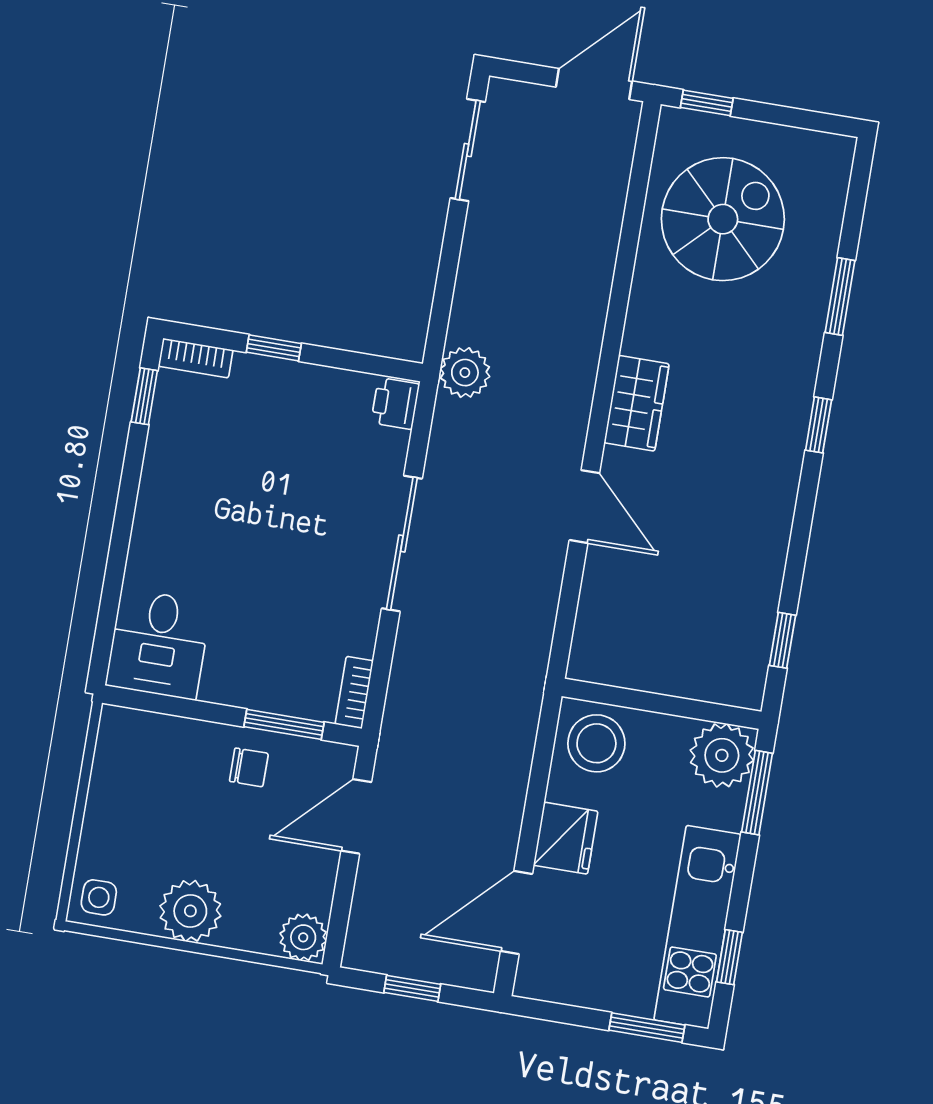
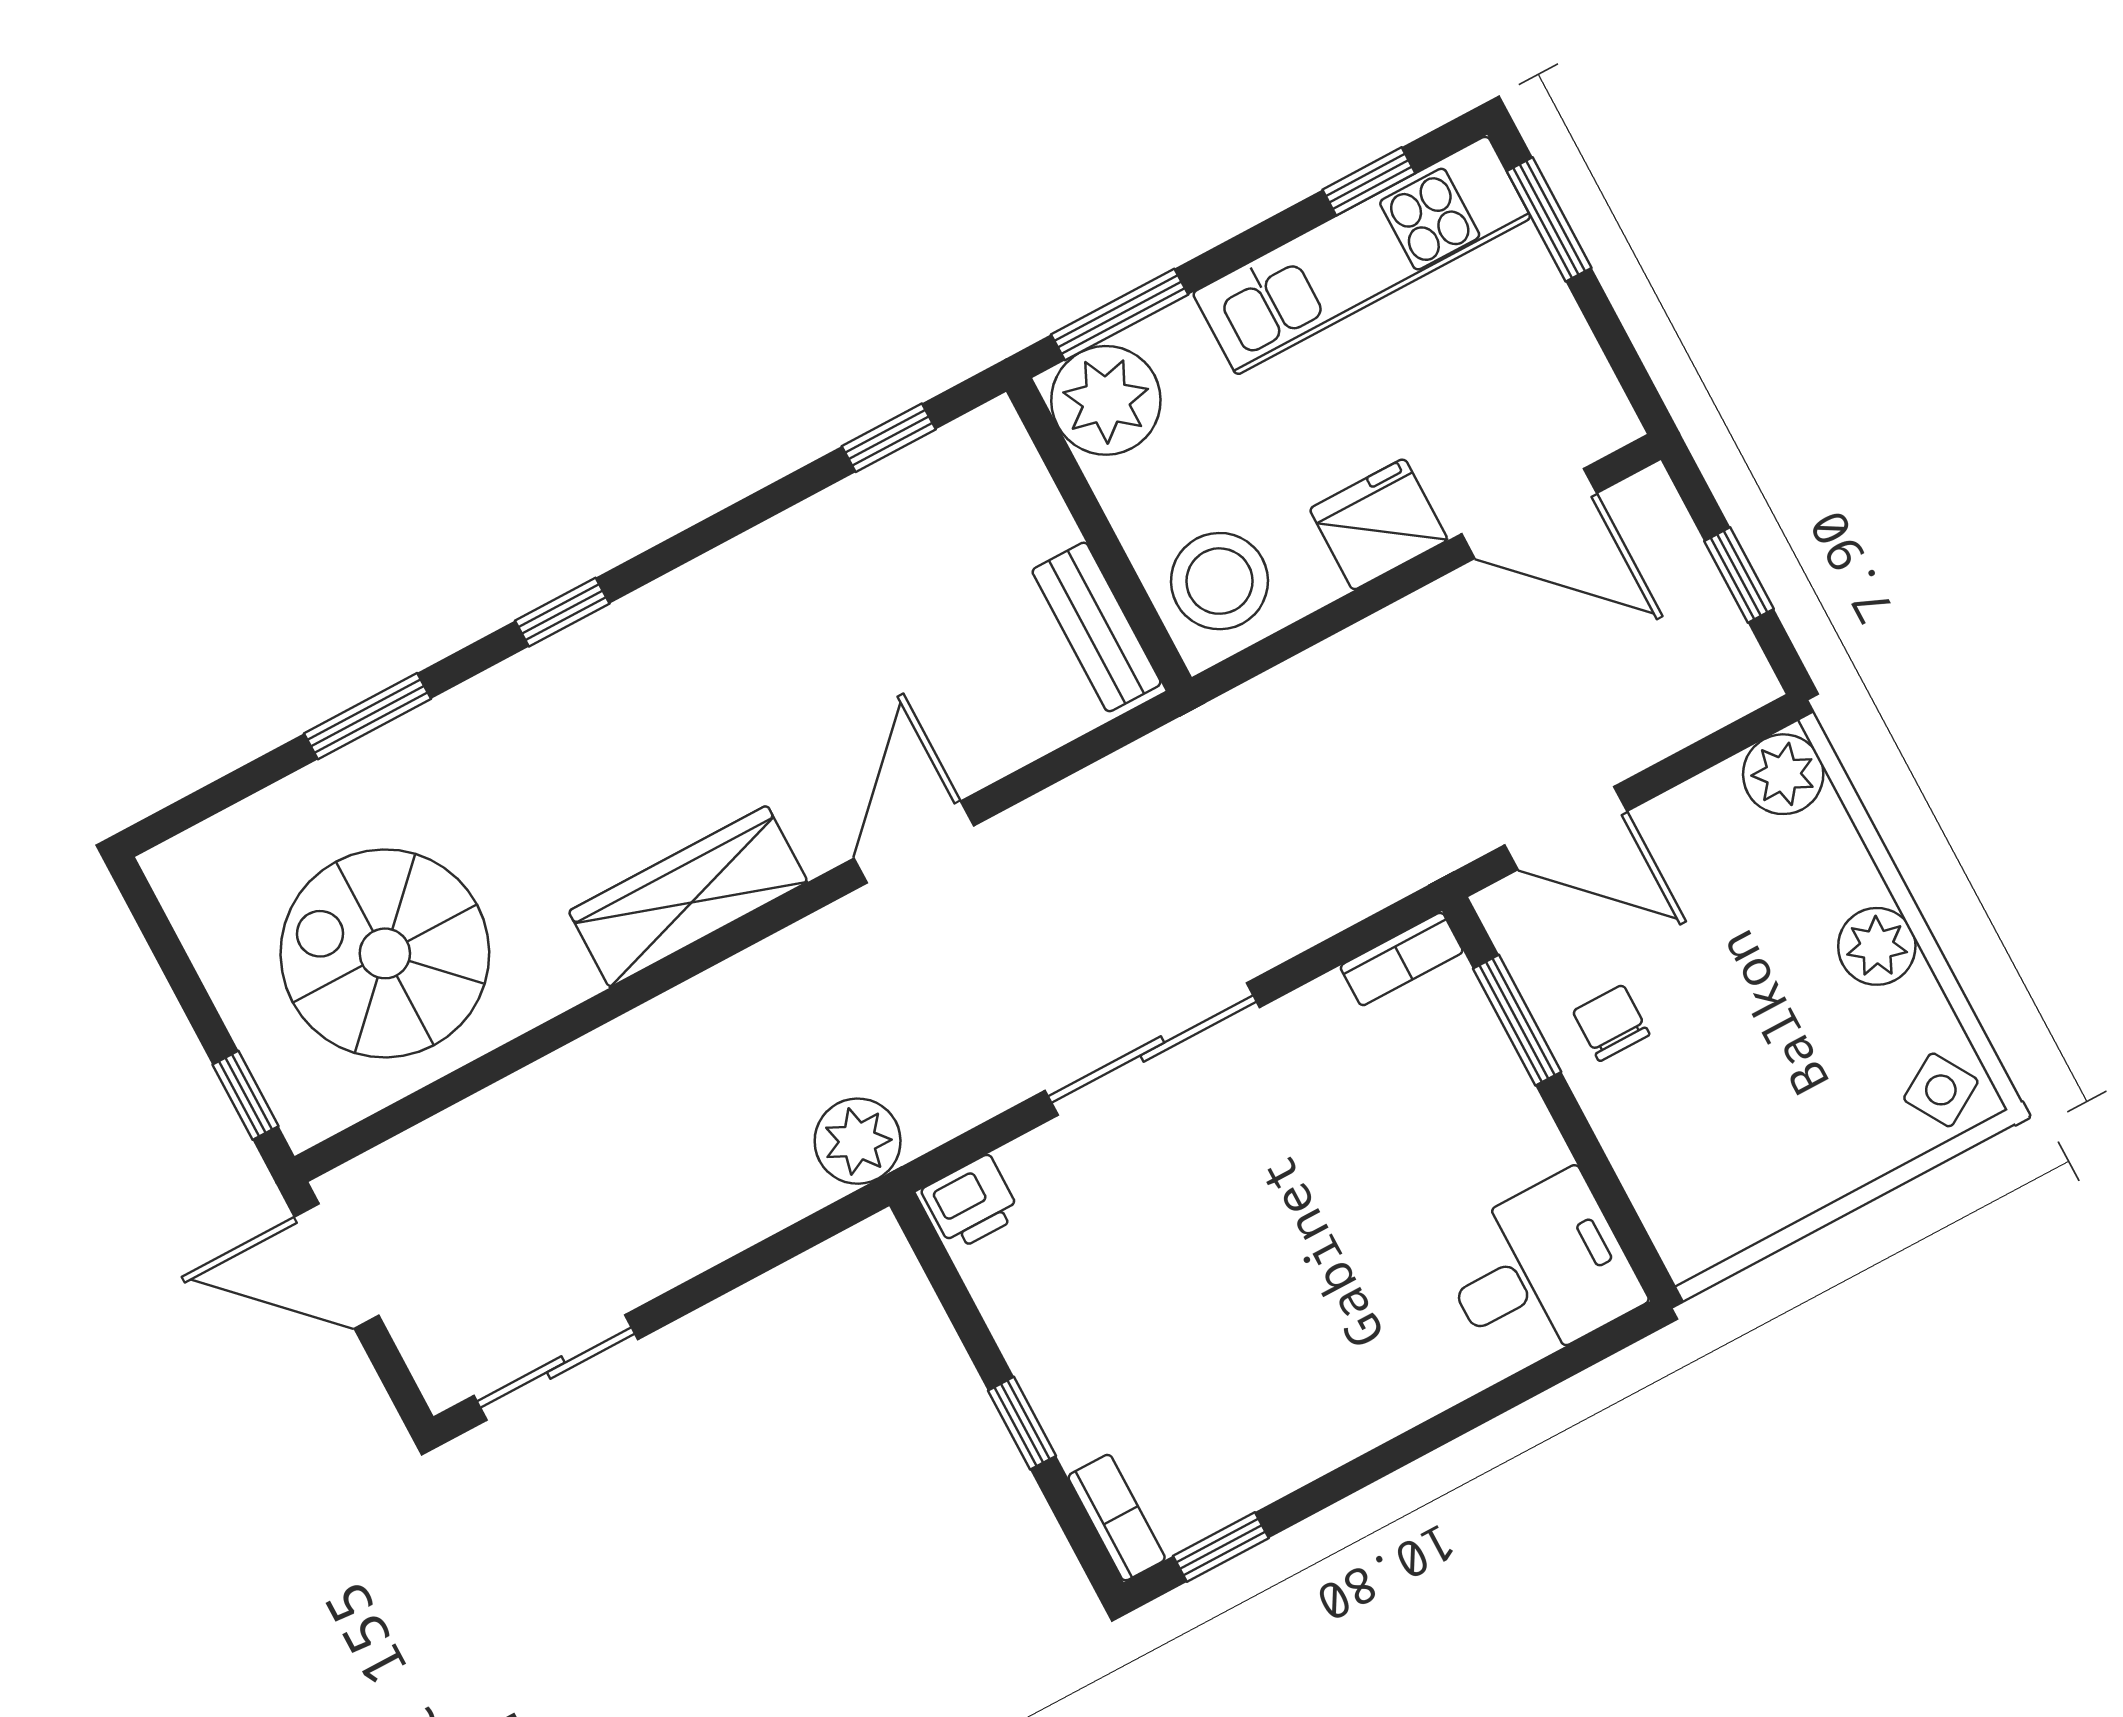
wardrobe: (637, 403) -> (688, 896), width x1.50
bench: (619, 669) -> (1097, 627), added
side table: (99, 897) -> (1941, 1090), turned -31
plant: (190, 911) -> (1877, 946), width x0.73, depth x0.73

